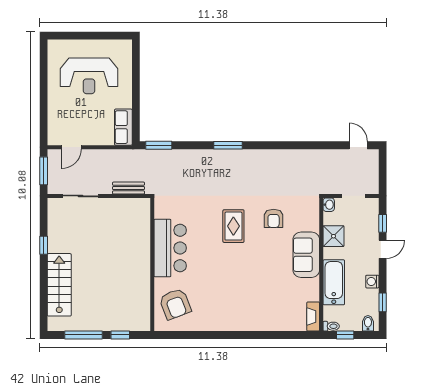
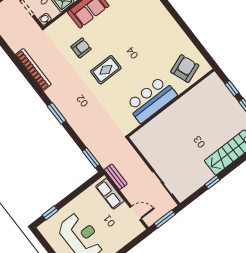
window: (136, 64) -> (50, 213), added
row of seats: (123, 127) -> (110, 194), moved, turned 90
bookcase: (288, 155) -> (33, 70), added
bench: (129, 188) -> (116, 177), moved

